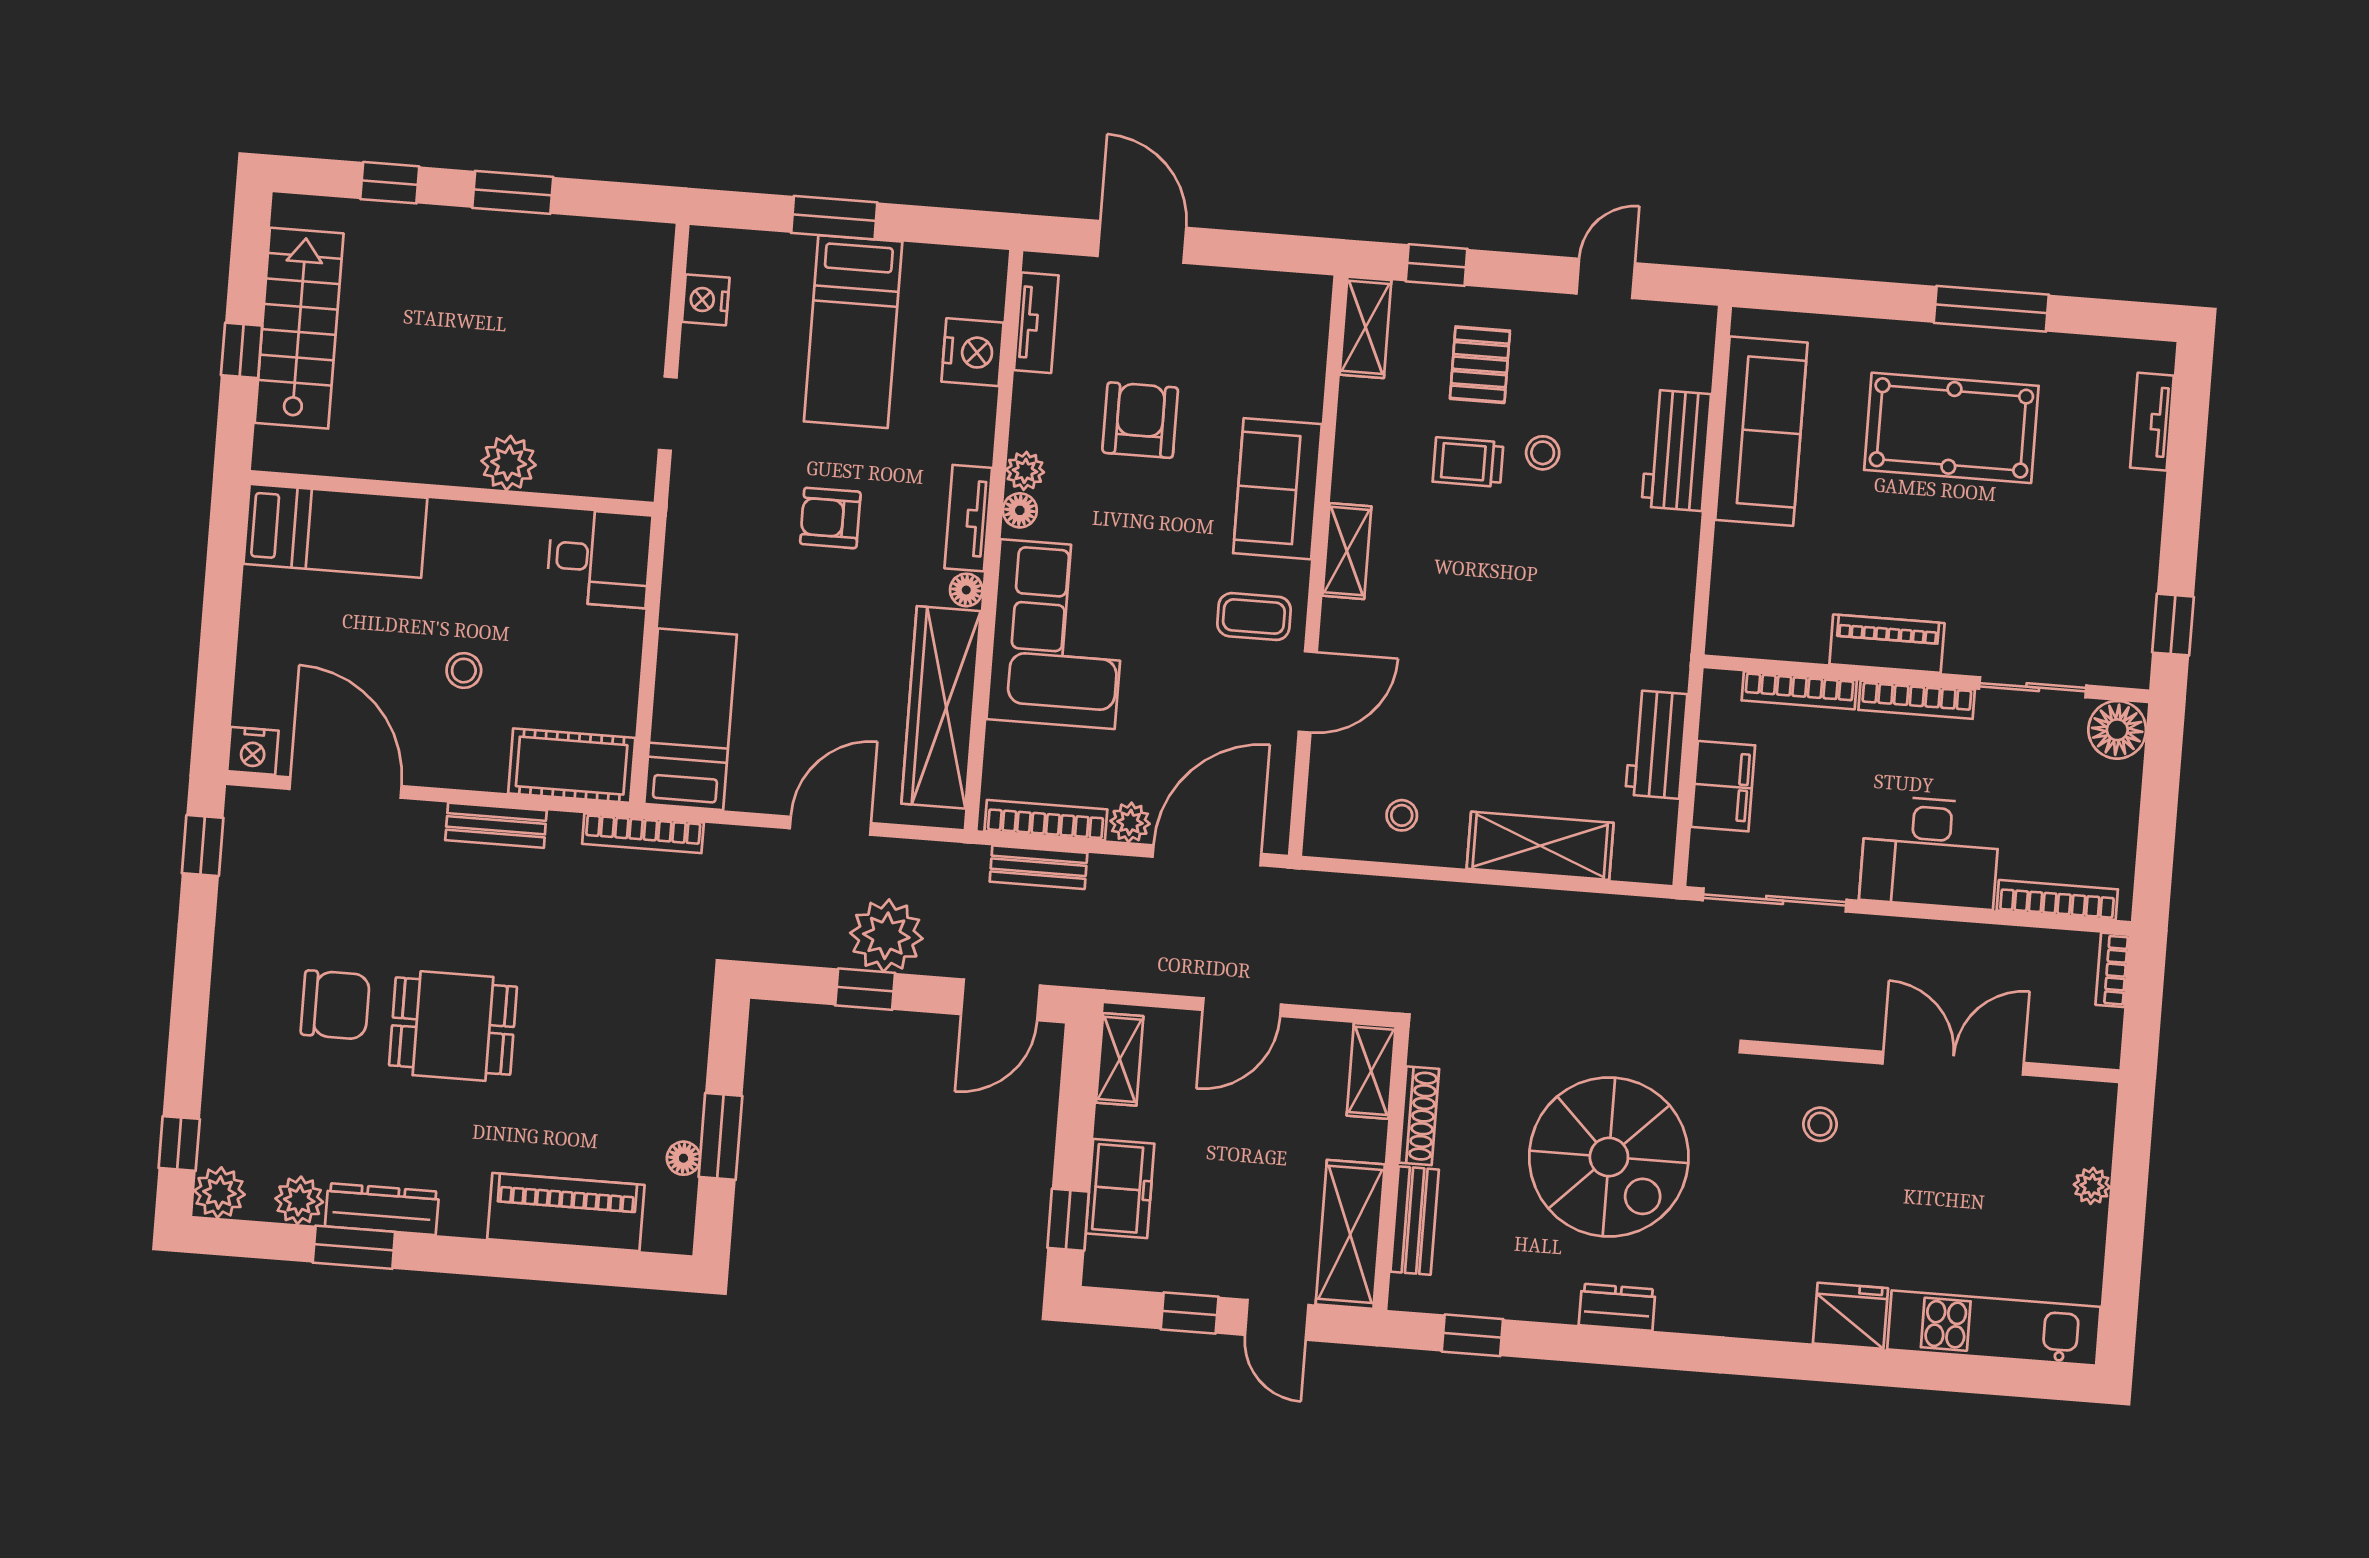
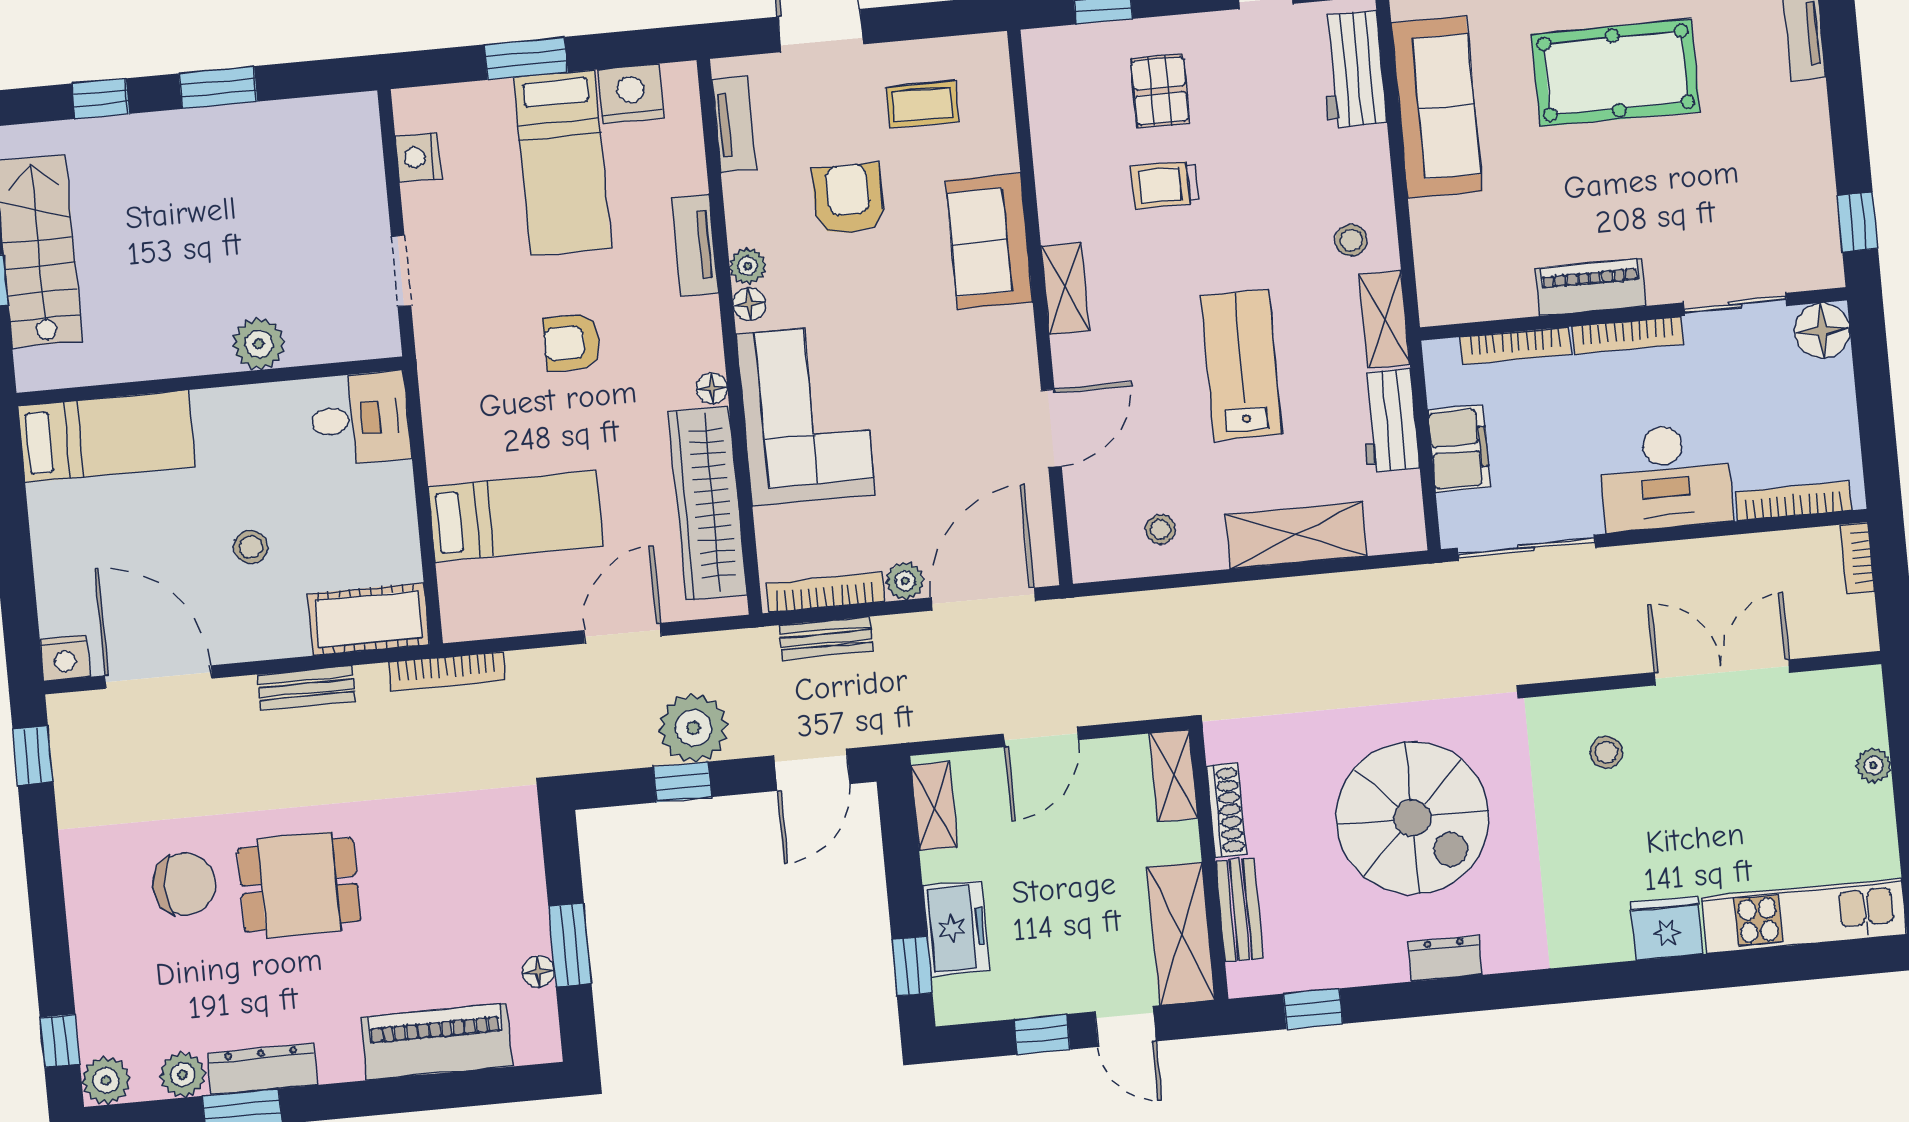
shelving: (1366, 327) -> (1384, 319), moved
nightstand: (973, 352) -> (631, 94), moved, turned -90
workbench: (1676, 450) -> (1353, 69), moved
stool: (1543, 453) -> (1351, 240), moved
tv unit: (968, 518) -> (695, 245), moved
coffee table: (1254, 617) -> (922, 104), moved
lab bench: (1514, 661) -> (1241, 365), added
bed: (690, 719) -> (516, 516), moved, turned 90

